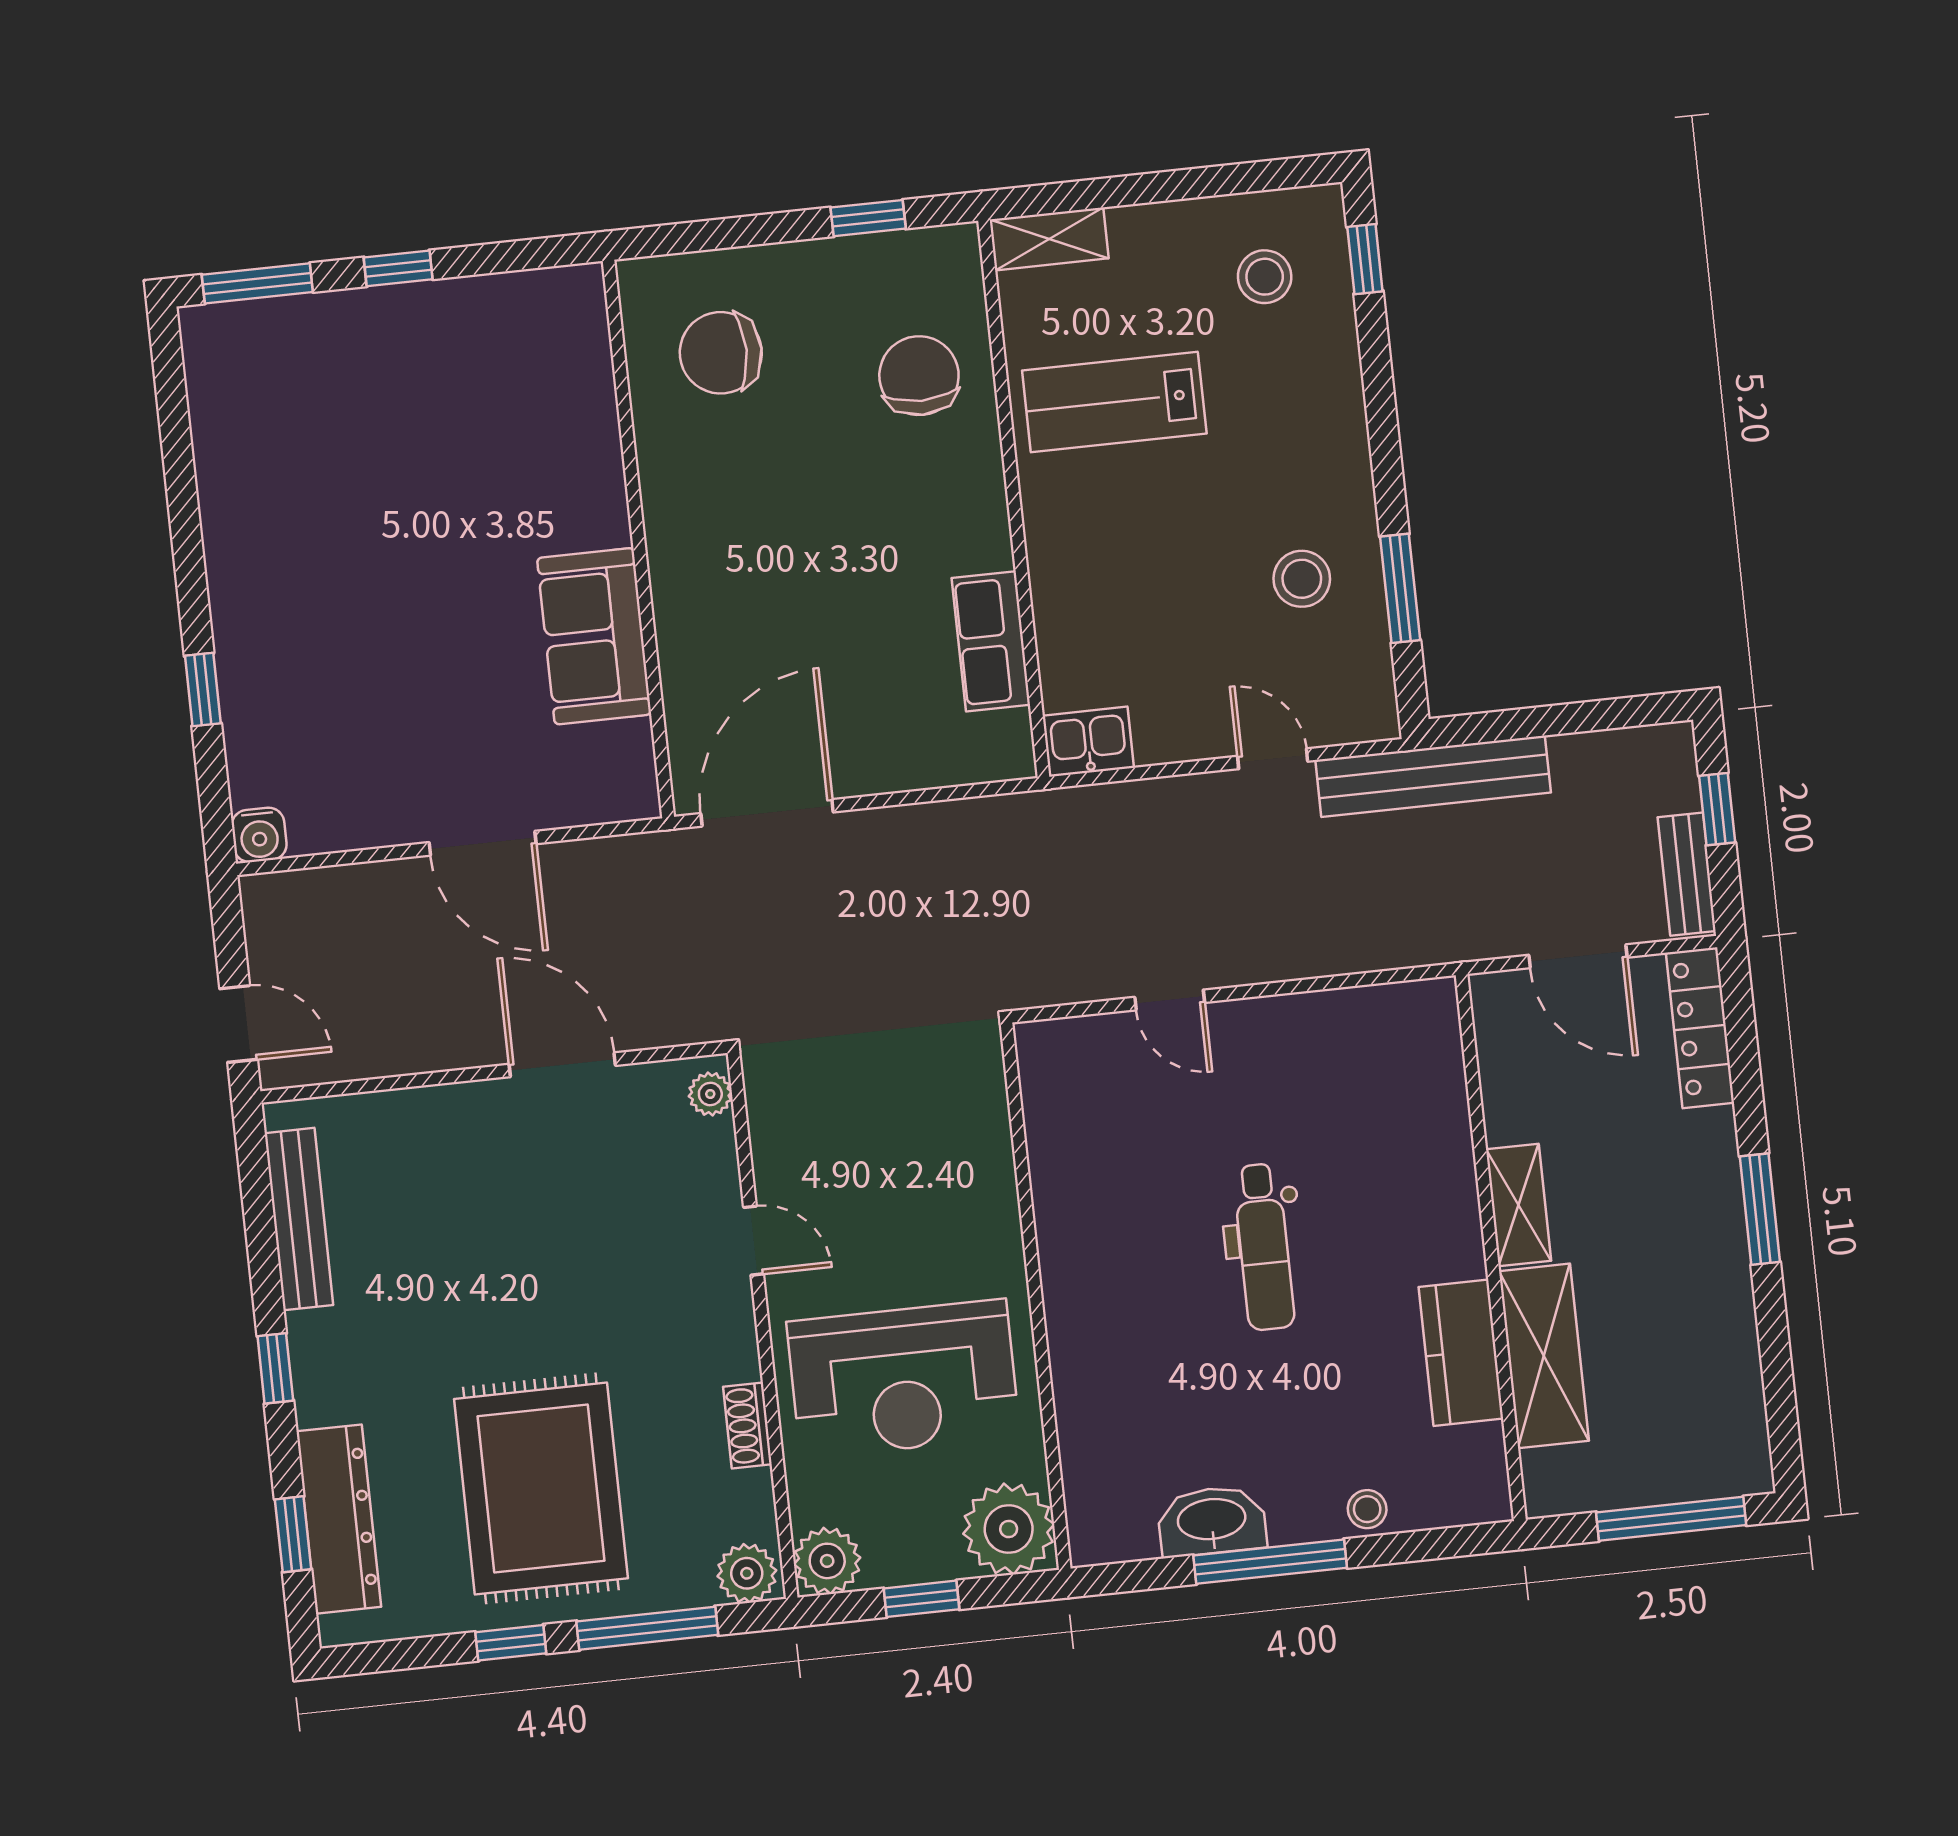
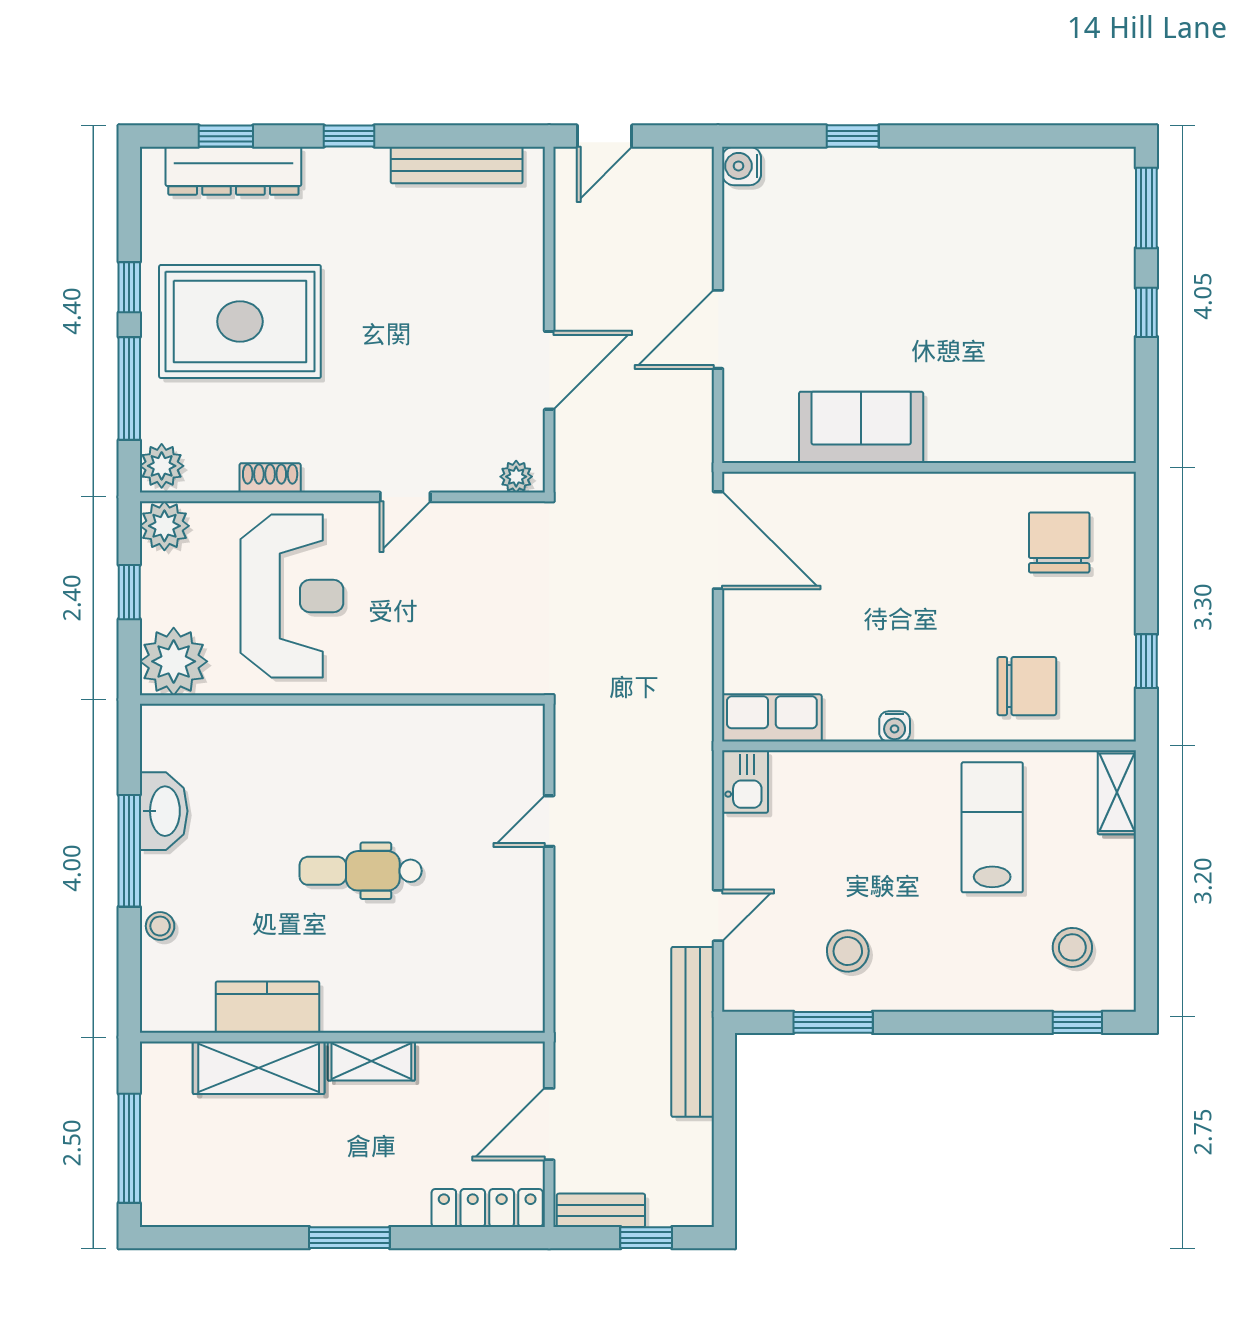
water cooler: (992, 548) -> (895, 726), added
row of seats: (991, 641) -> (772, 718), moved
reception desk: (903, 1379) -> (292, 596), turned 180

